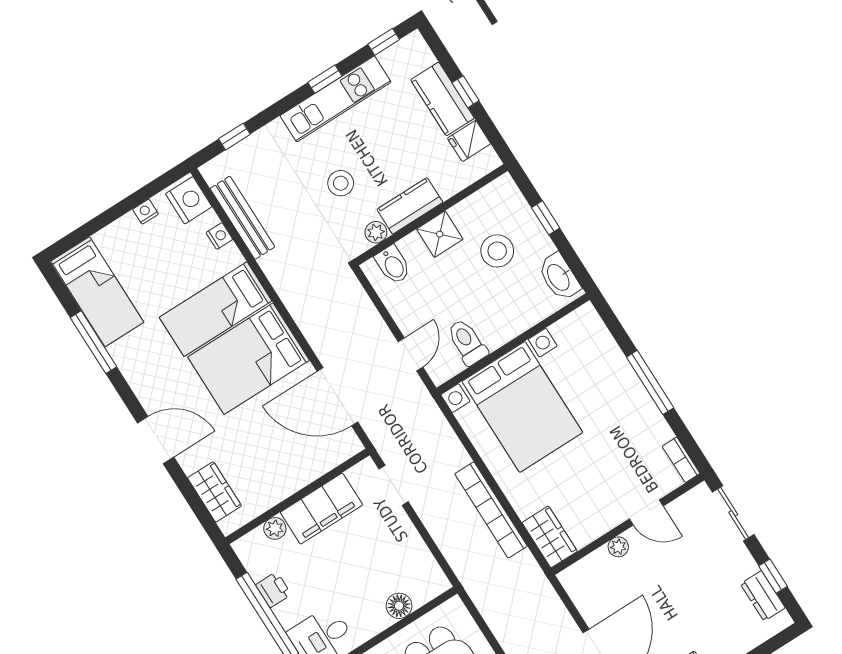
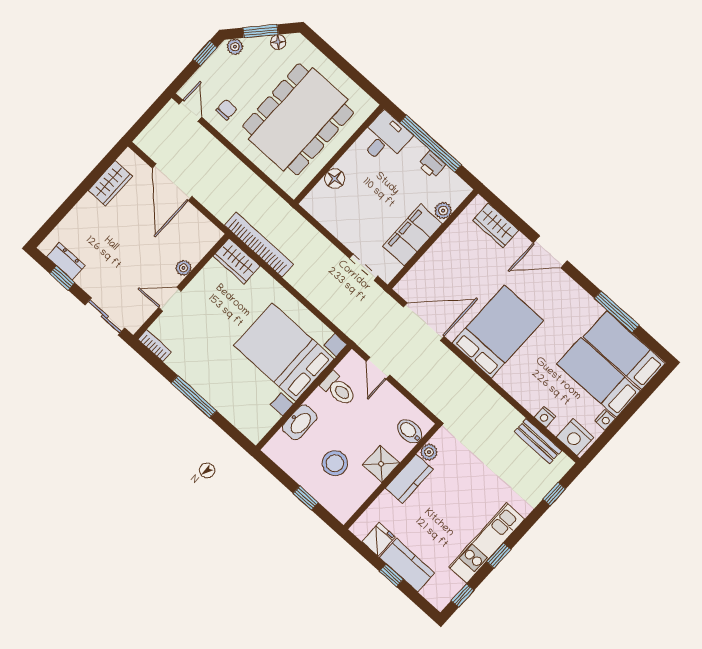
stool: (341, 183) -> (465, 481), removed
bench: (242, 218) -> (538, 441), width x0.73
washbasin: (559, 277) -> (300, 422), moved, turned 90
bed: (216, 309) -> (599, 377), moved, turned -90
bookcase: (491, 510) -> (259, 245), moved

